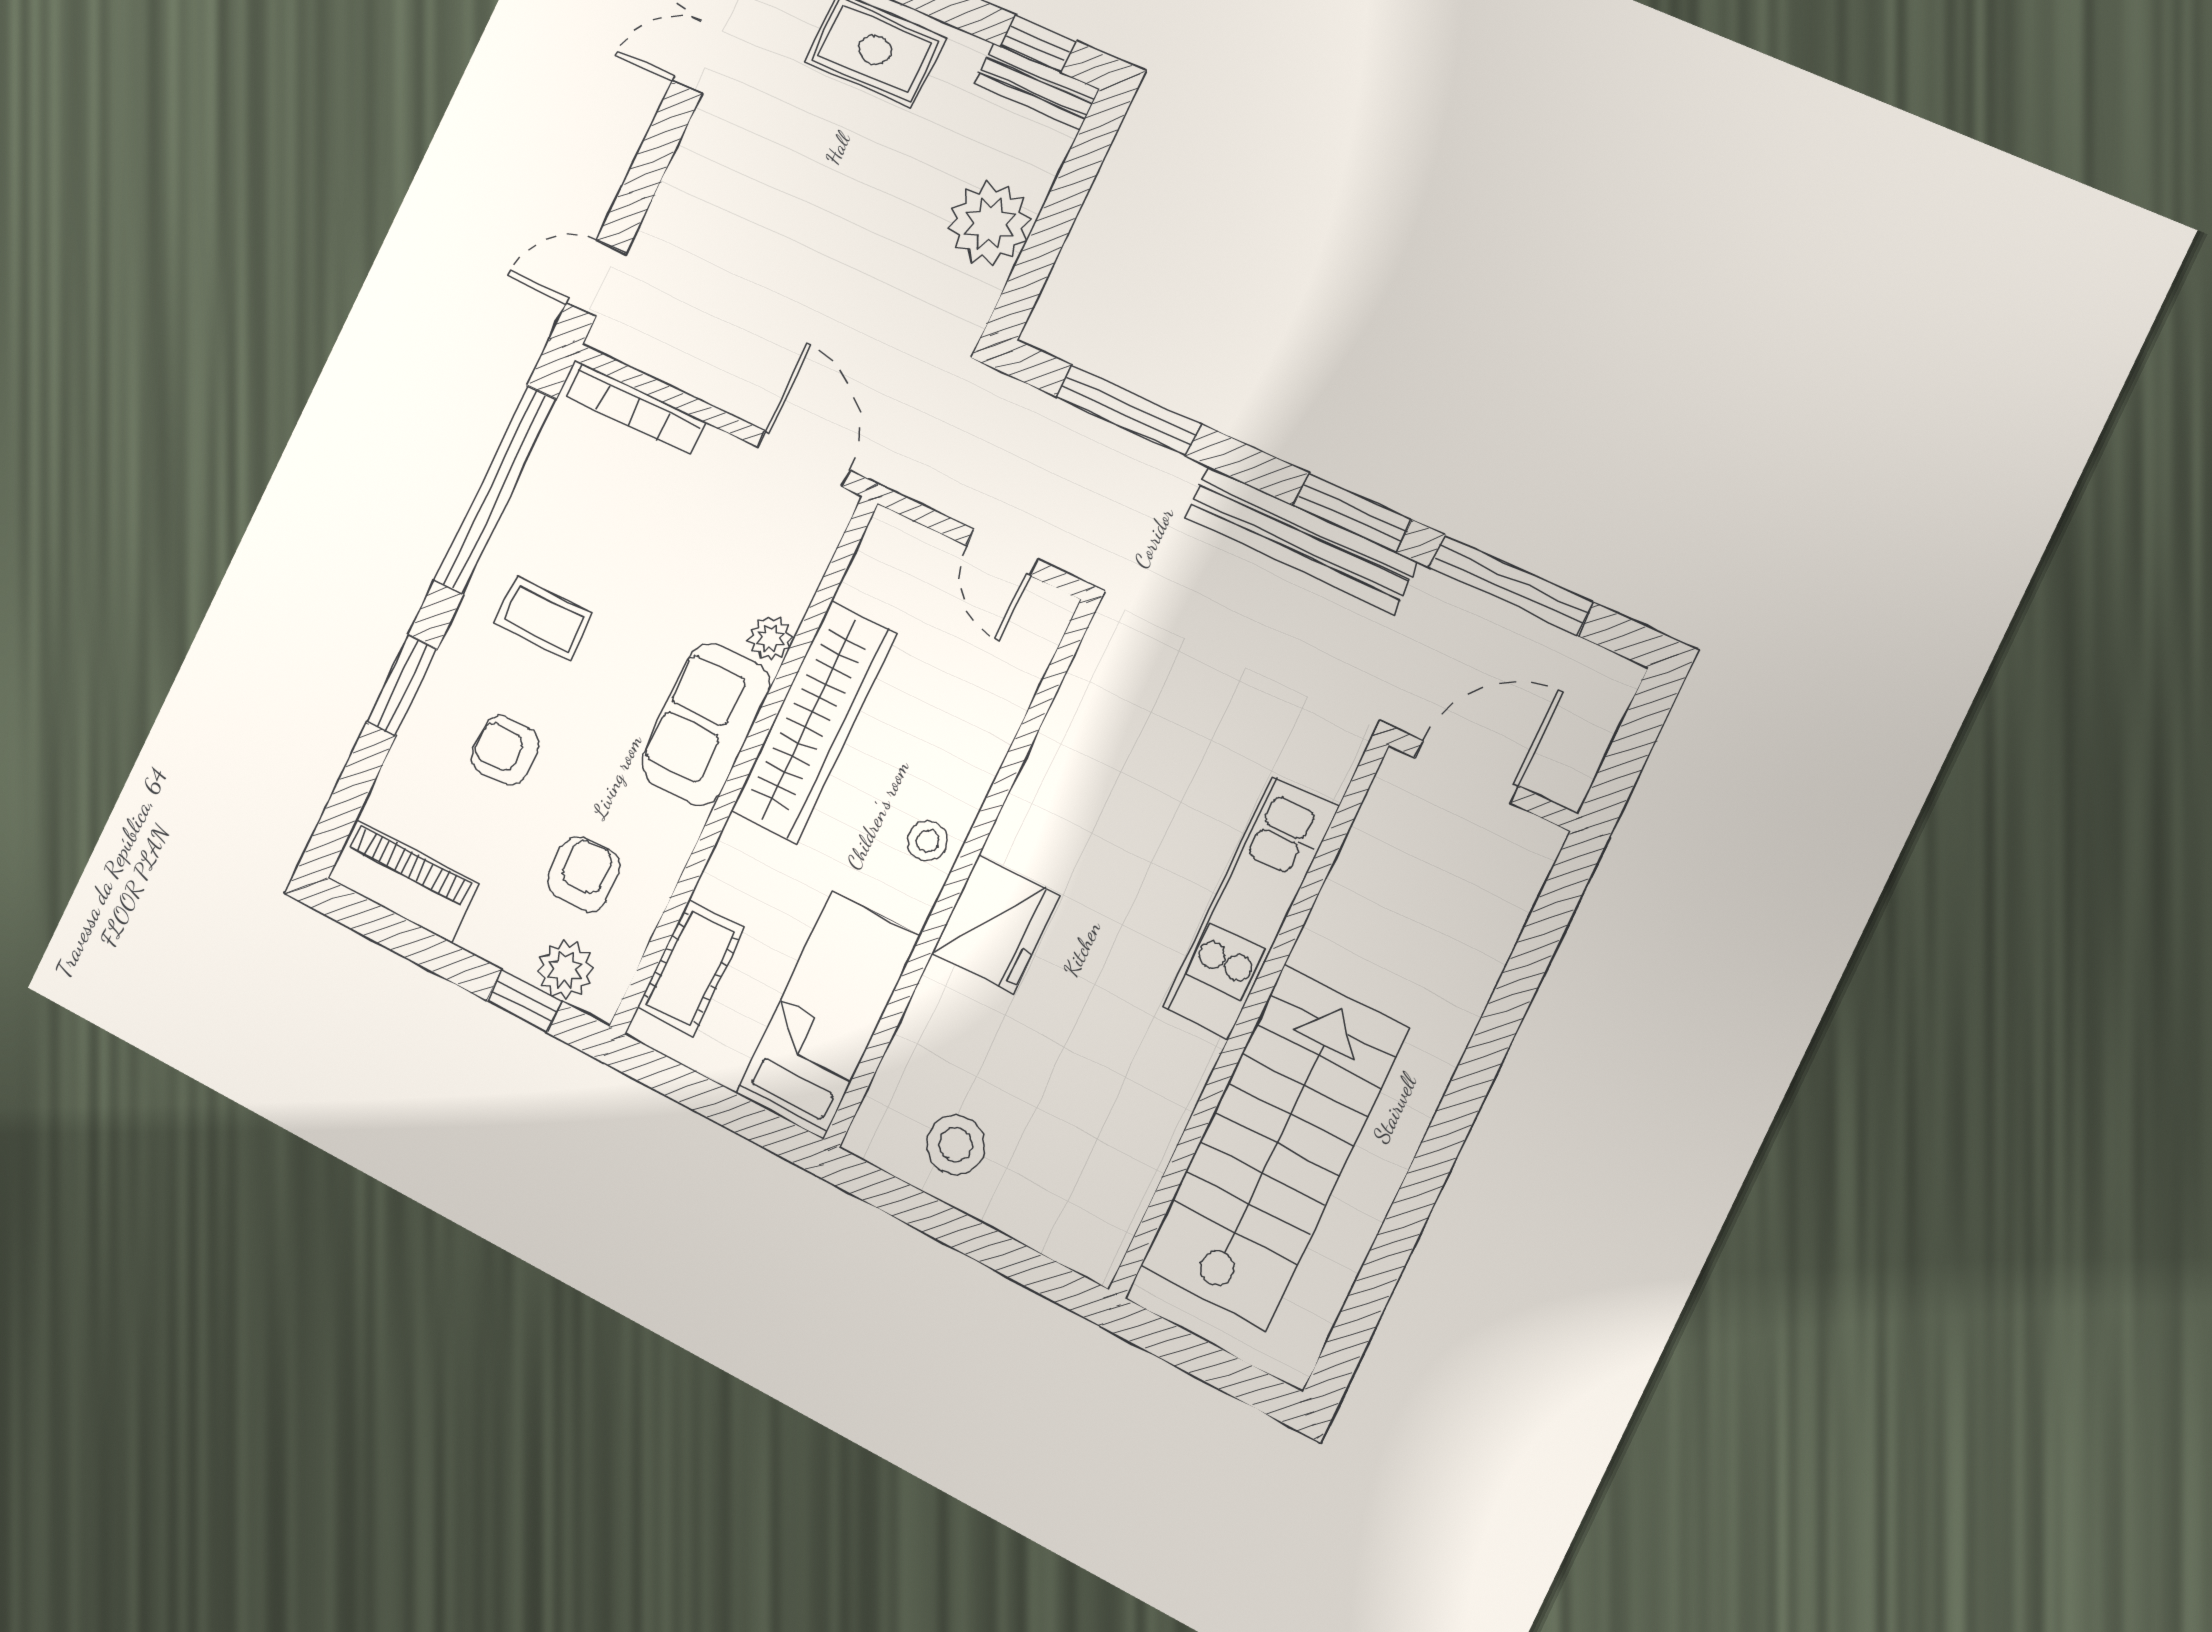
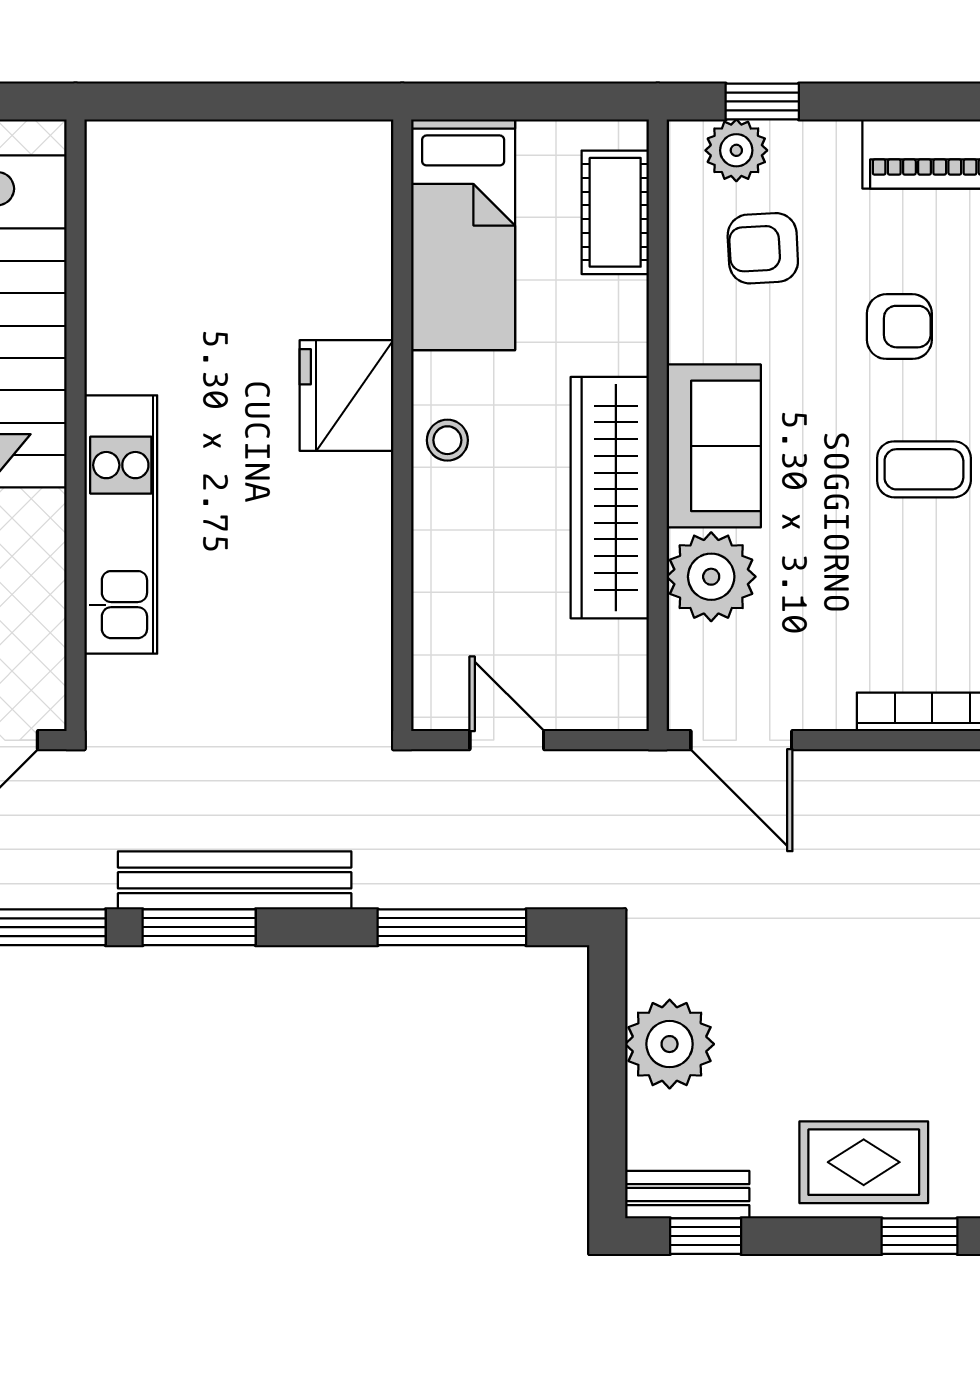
plant: (770, 638) -> (711, 577), width x1.87, depth x1.87
armchair: (584, 874) -> (763, 248), turned 88
stool: (955, 1144) -> (287, 177), removed

